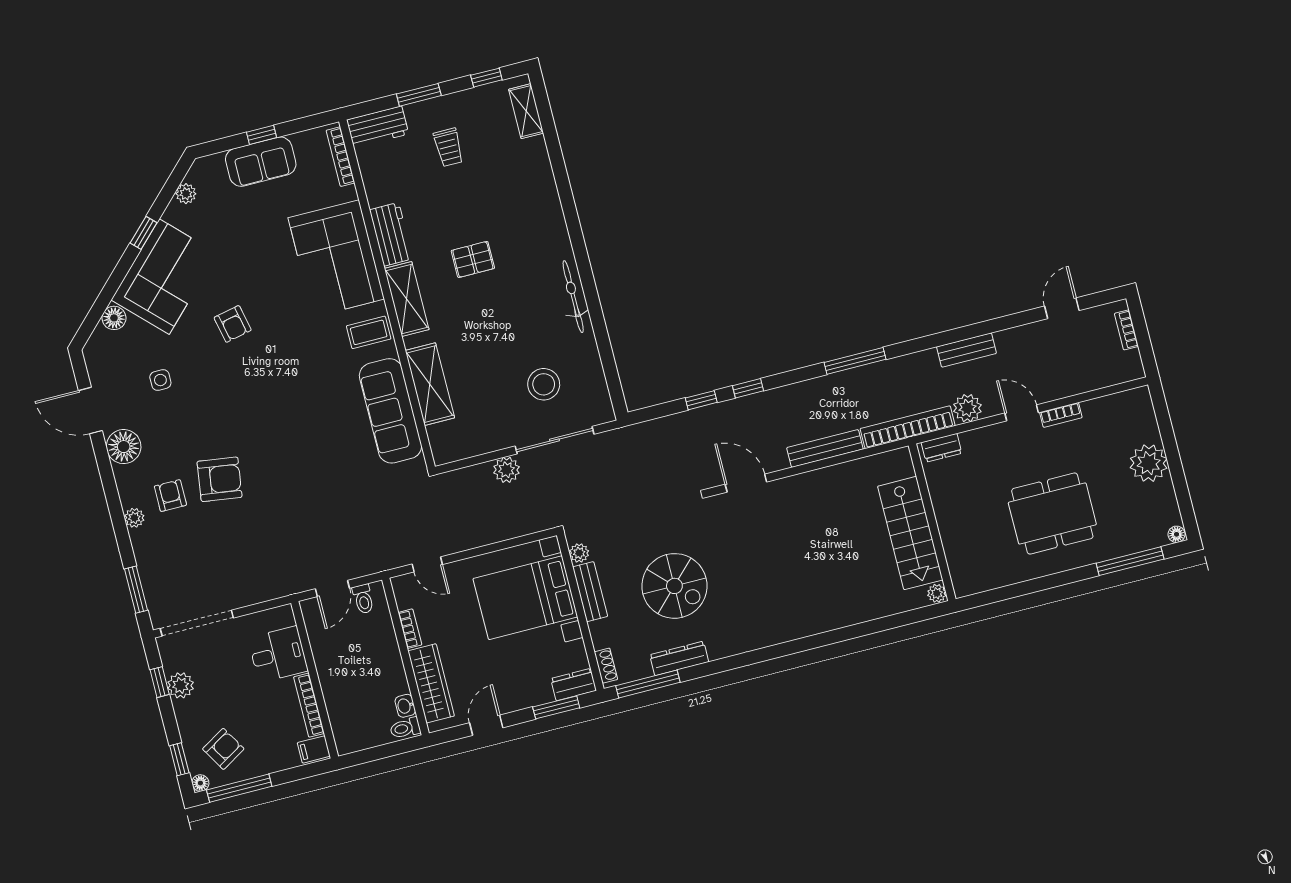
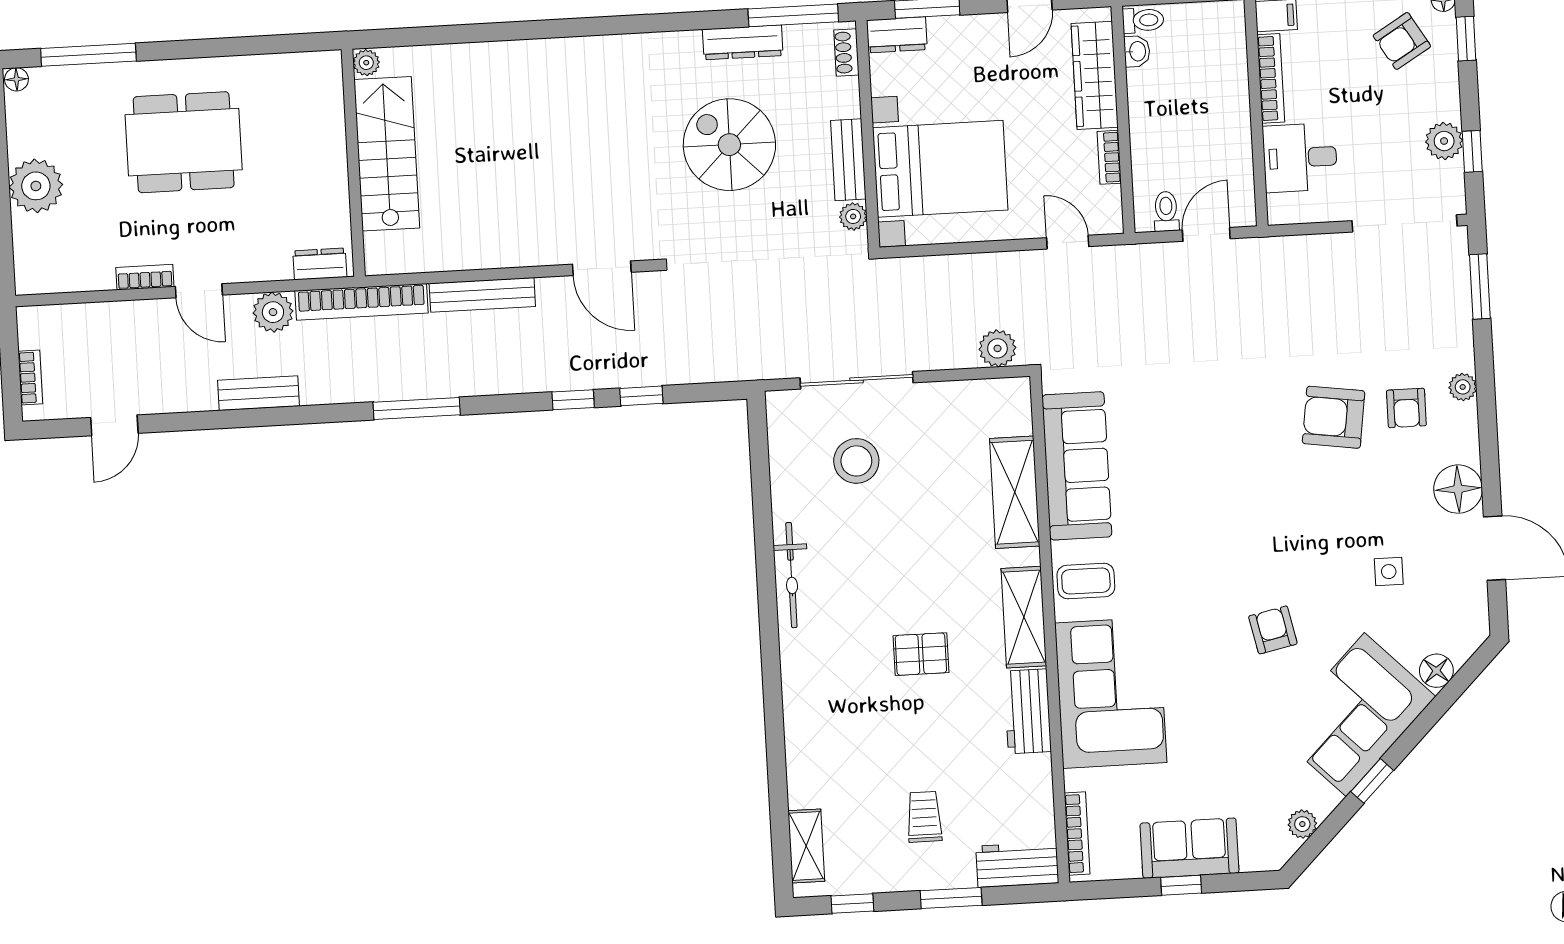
plant: (506, 470) -> (997, 348), moved

